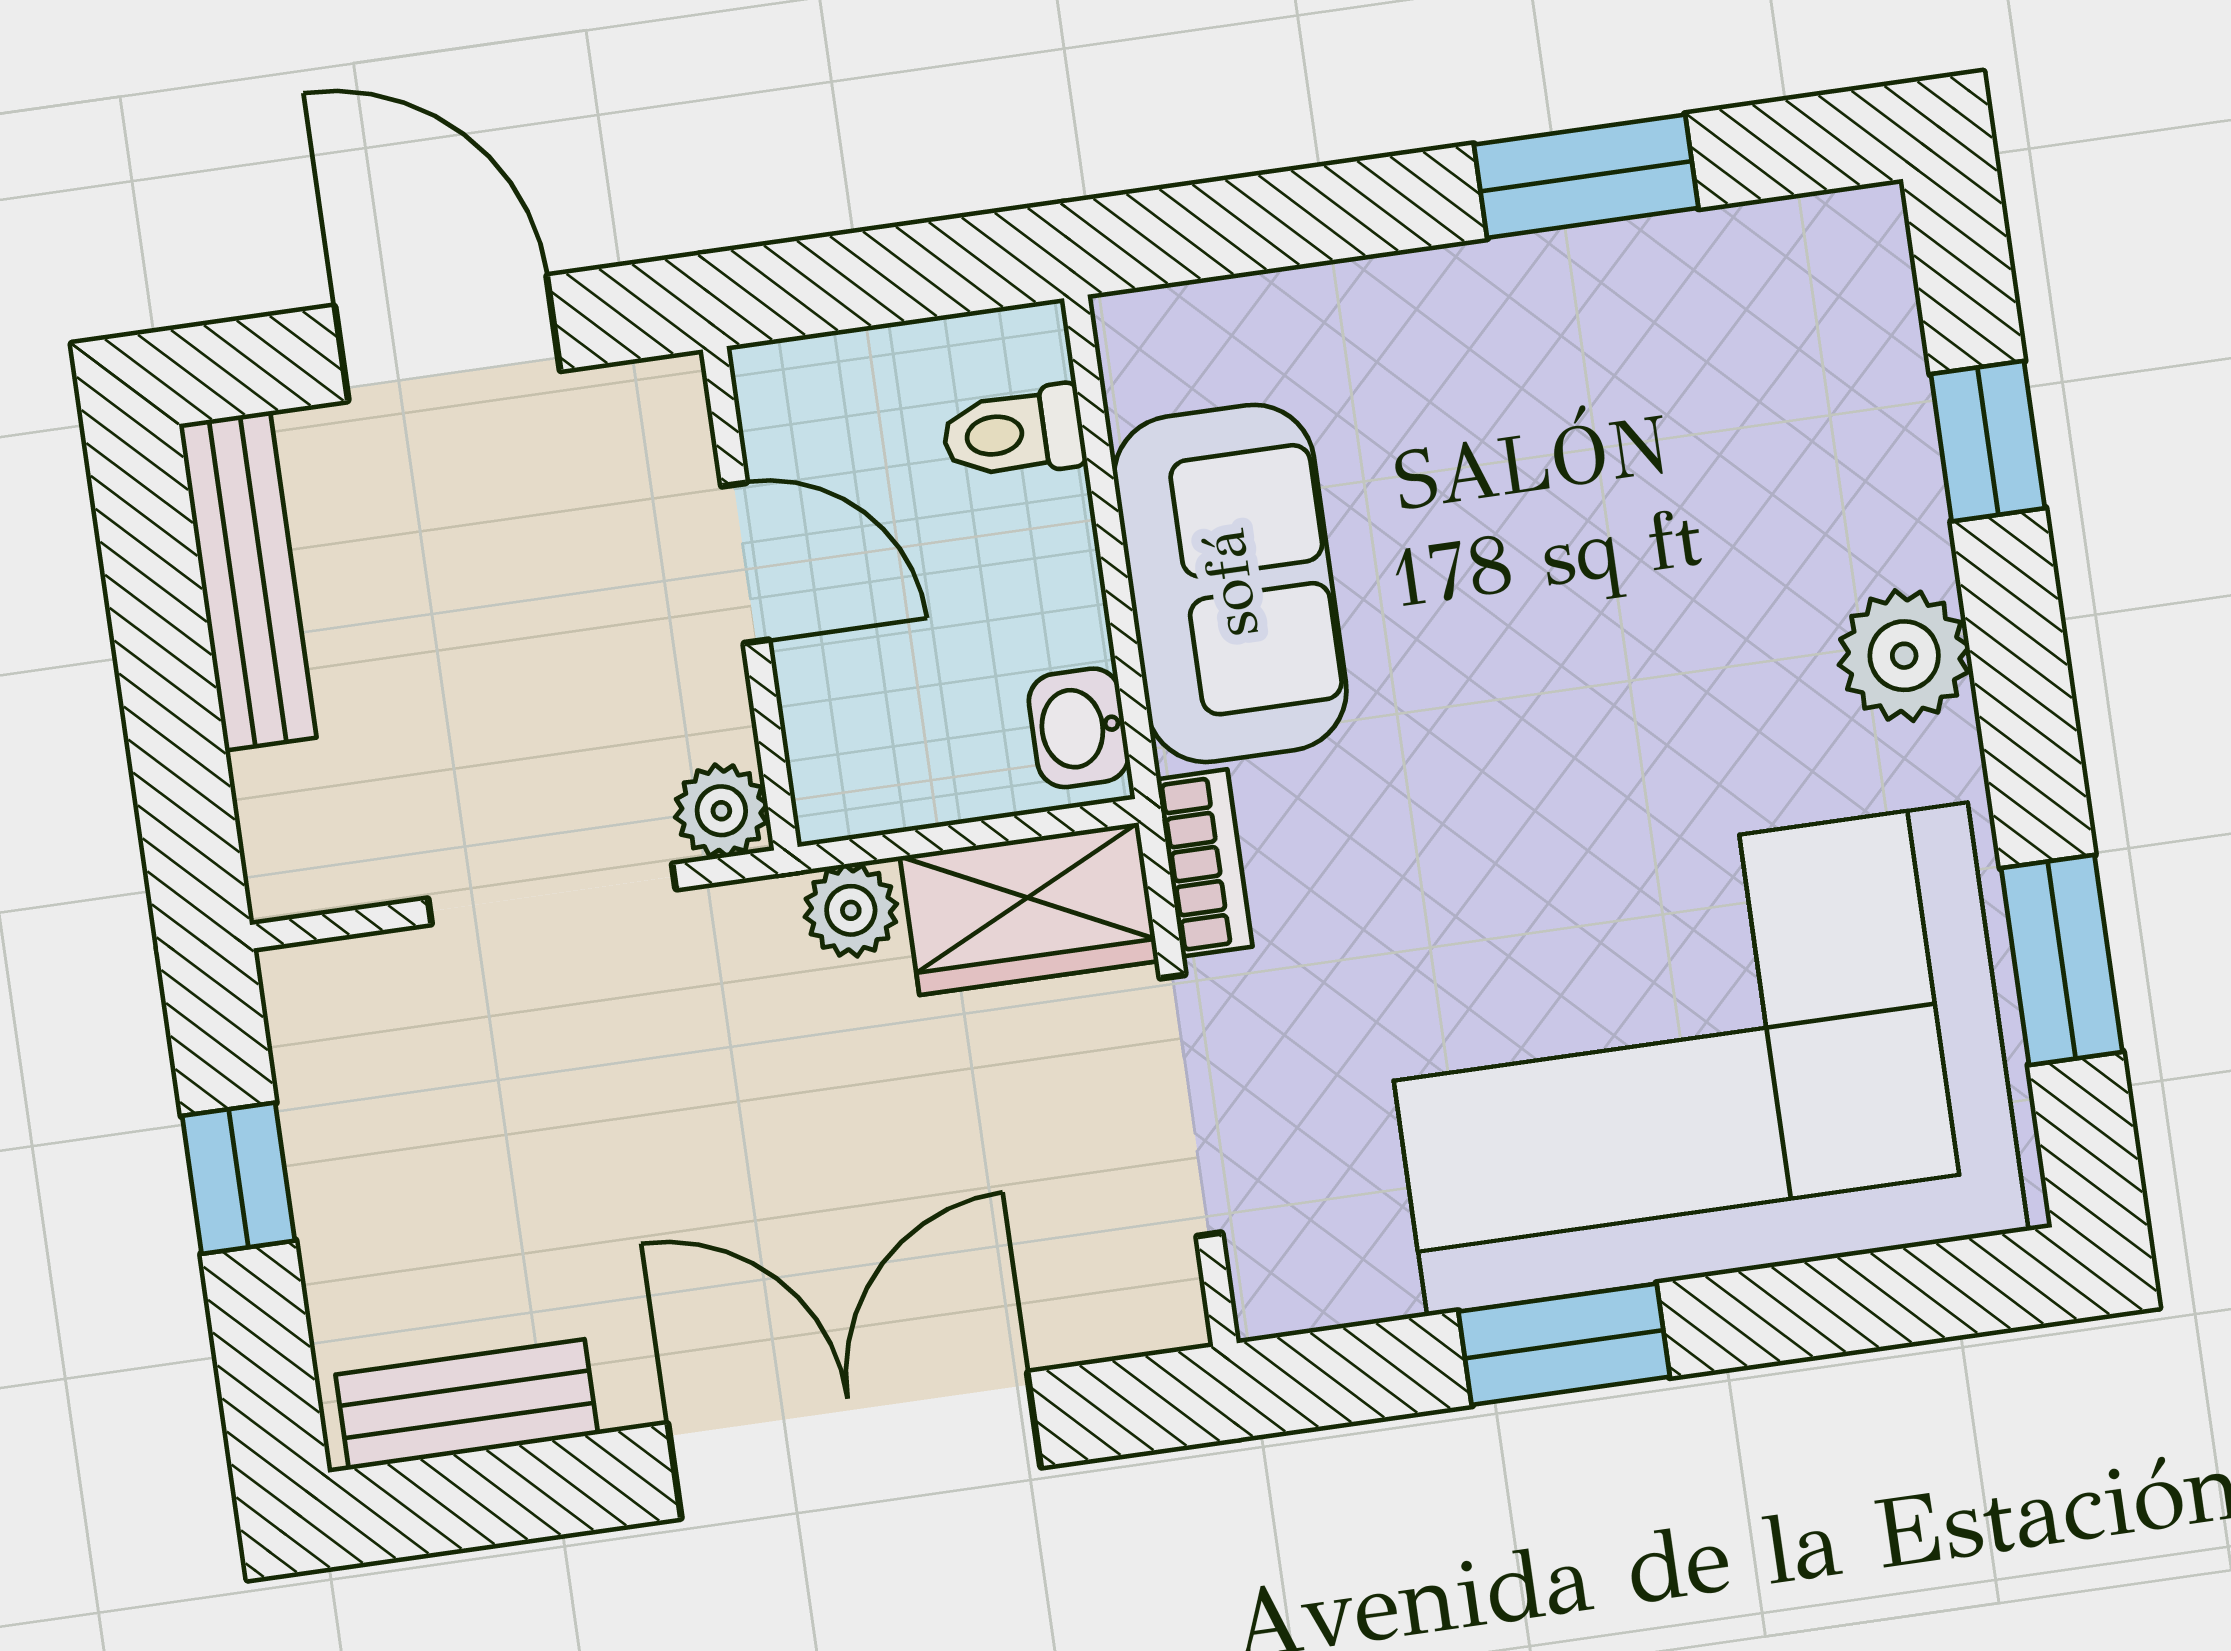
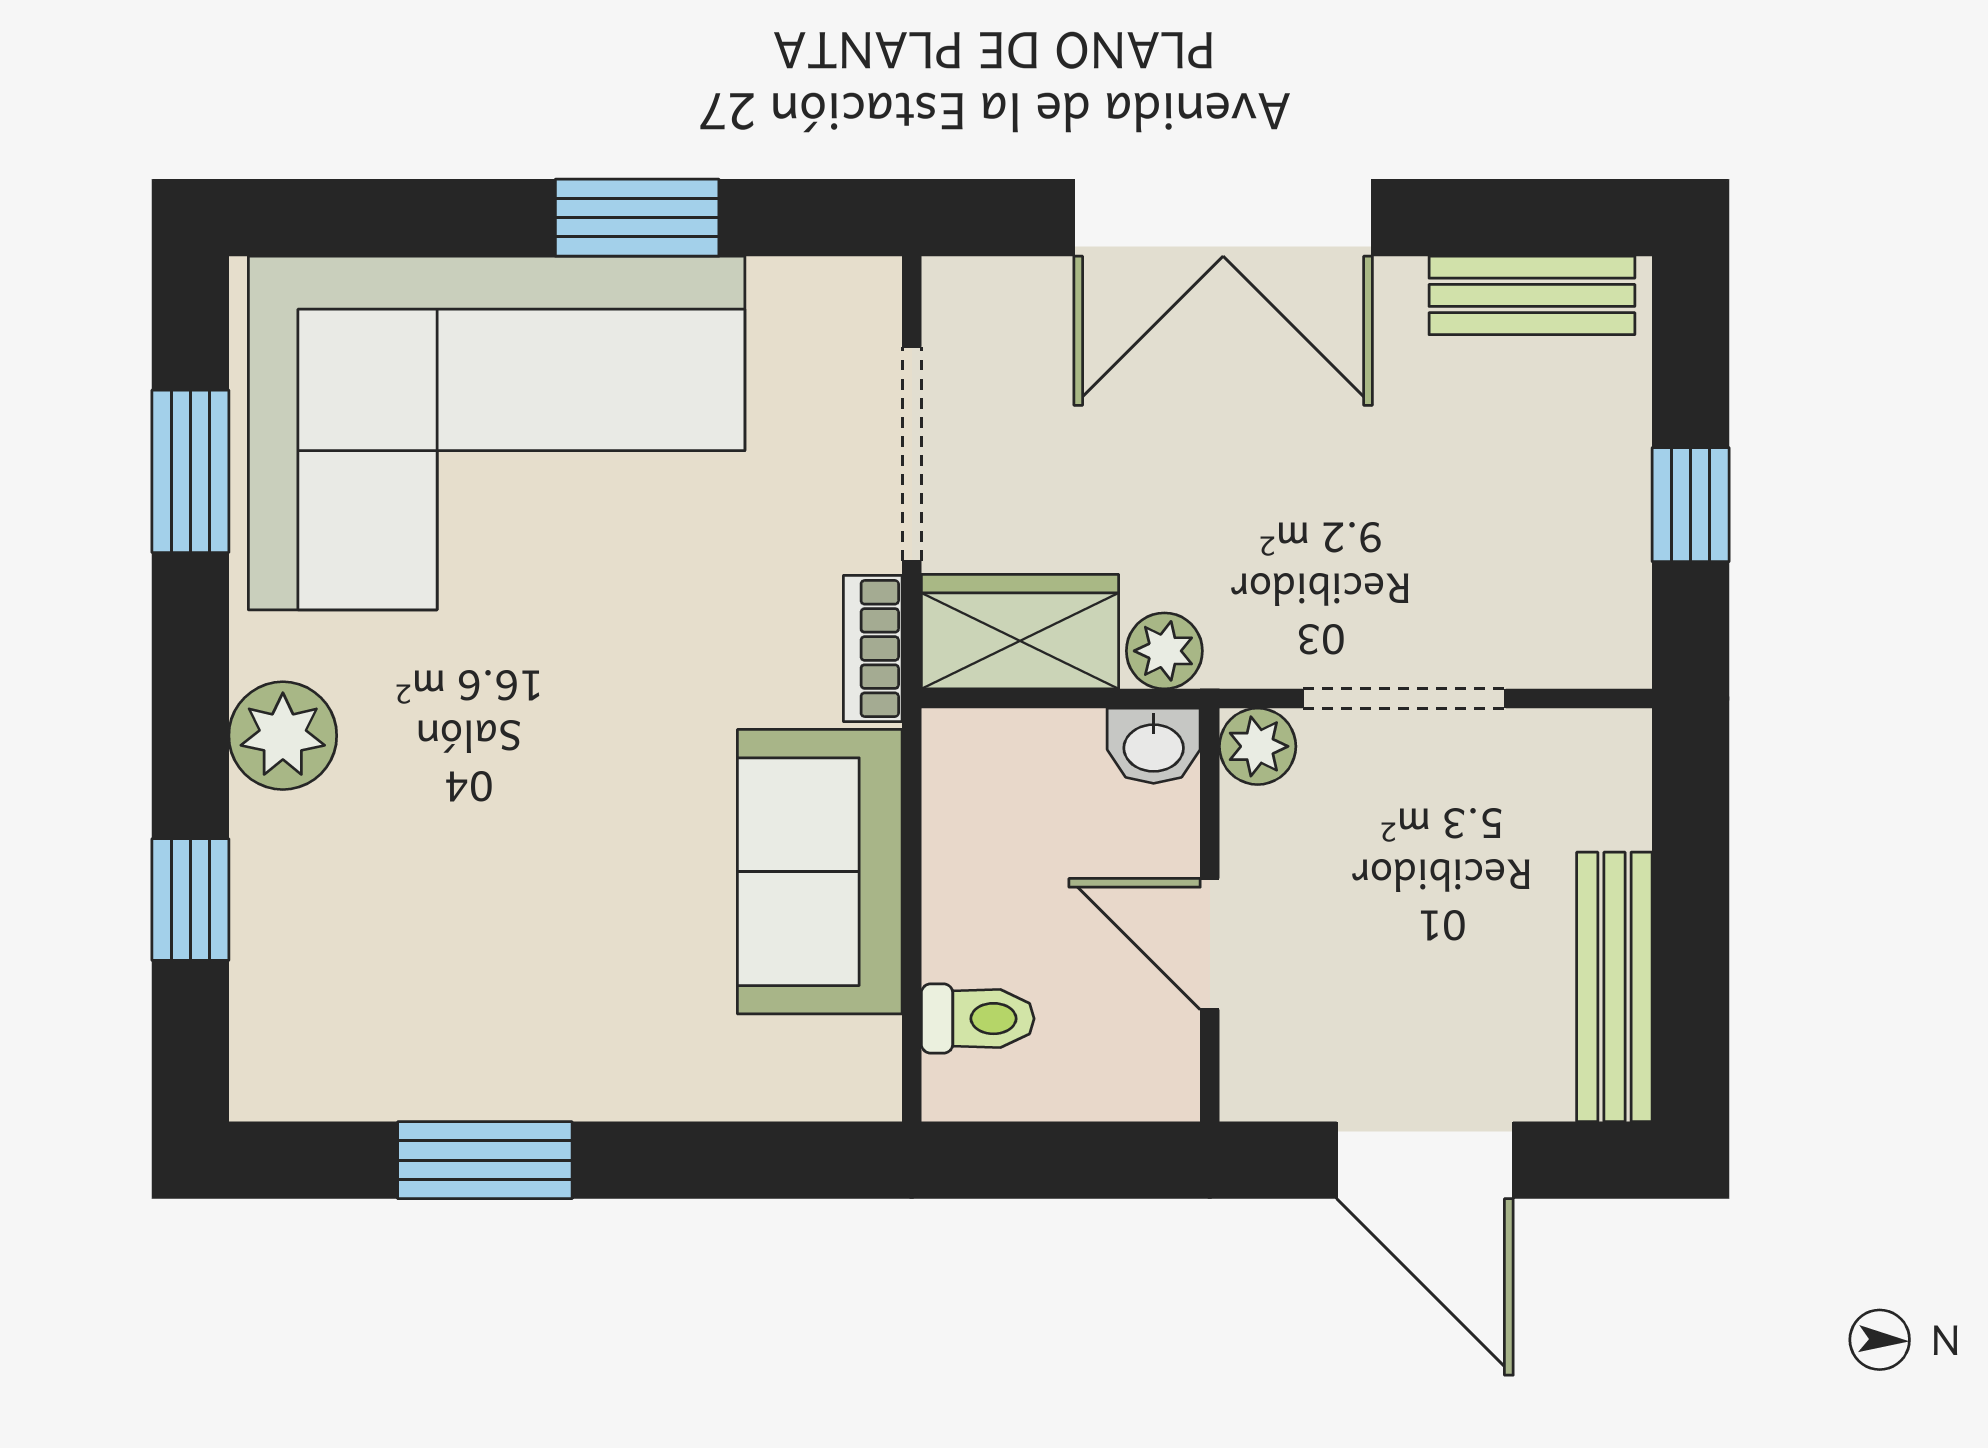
washbasin: (1079, 728) -> (1154, 746), moved, turned 90

